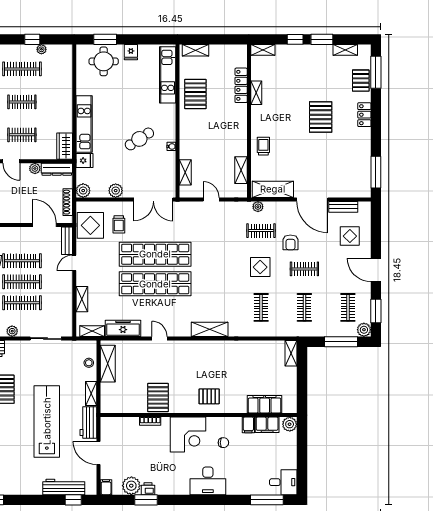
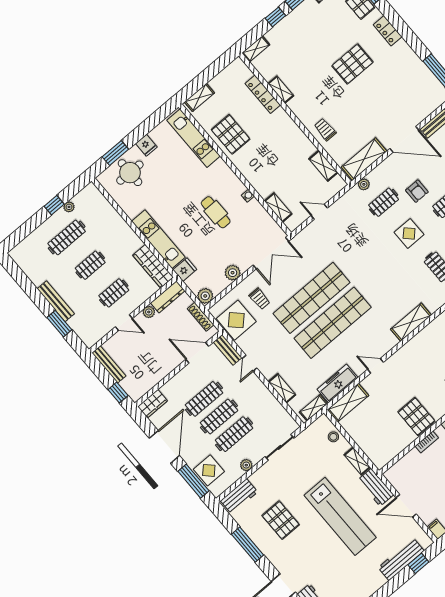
pallet: (321, 117) -> (353, 64), turned 90
cafe table: (139, 139) -> (216, 212), turned -57
wardrobe: (65, 146) -> (153, 266), width x1.50
shelving: (108, 364) -> (348, 403), moved, turned 90
lab bench: (47, 421) -> (340, 516), turned 180

